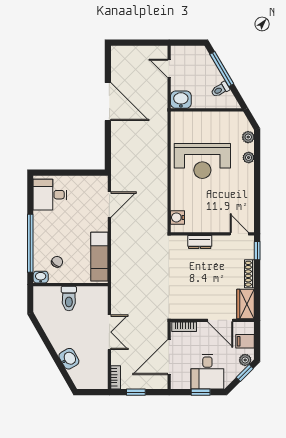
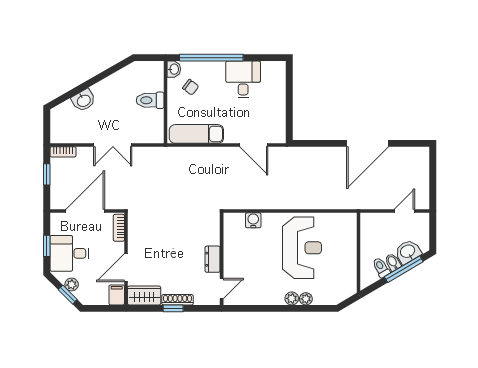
bidet: (215, 79) -> (393, 262), added
washbasin: (181, 100) -> (408, 252), moved, turned -121
plant: (248, 137) -> (292, 298), moved
reception desk: (202, 161) -> (302, 248), turned 180
desk: (50, 195) -> (243, 79), moved
water cooler: (177, 217) -> (253, 220), moved
dresser: (200, 242) -> (213, 259), moved
window: (257, 251) -> (173, 308), moved
filing cabinet: (245, 341) -> (117, 295), moved
door: (169, 357) -> (85, 211), hinge flipped
plant: (245, 360) -> (72, 284), moved

